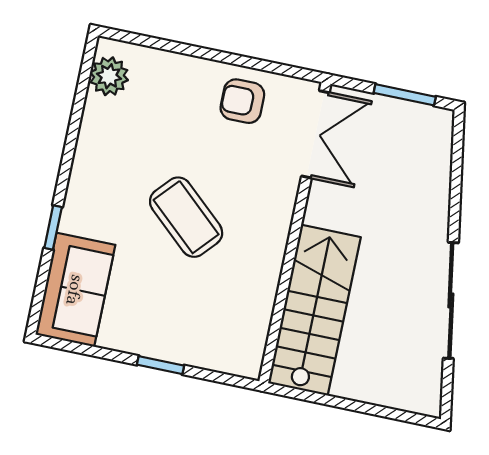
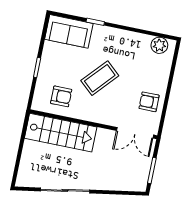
armchair: (242, 101) -> (149, 102), turned -90
armchair: (229, 308) -> (61, 96), added

